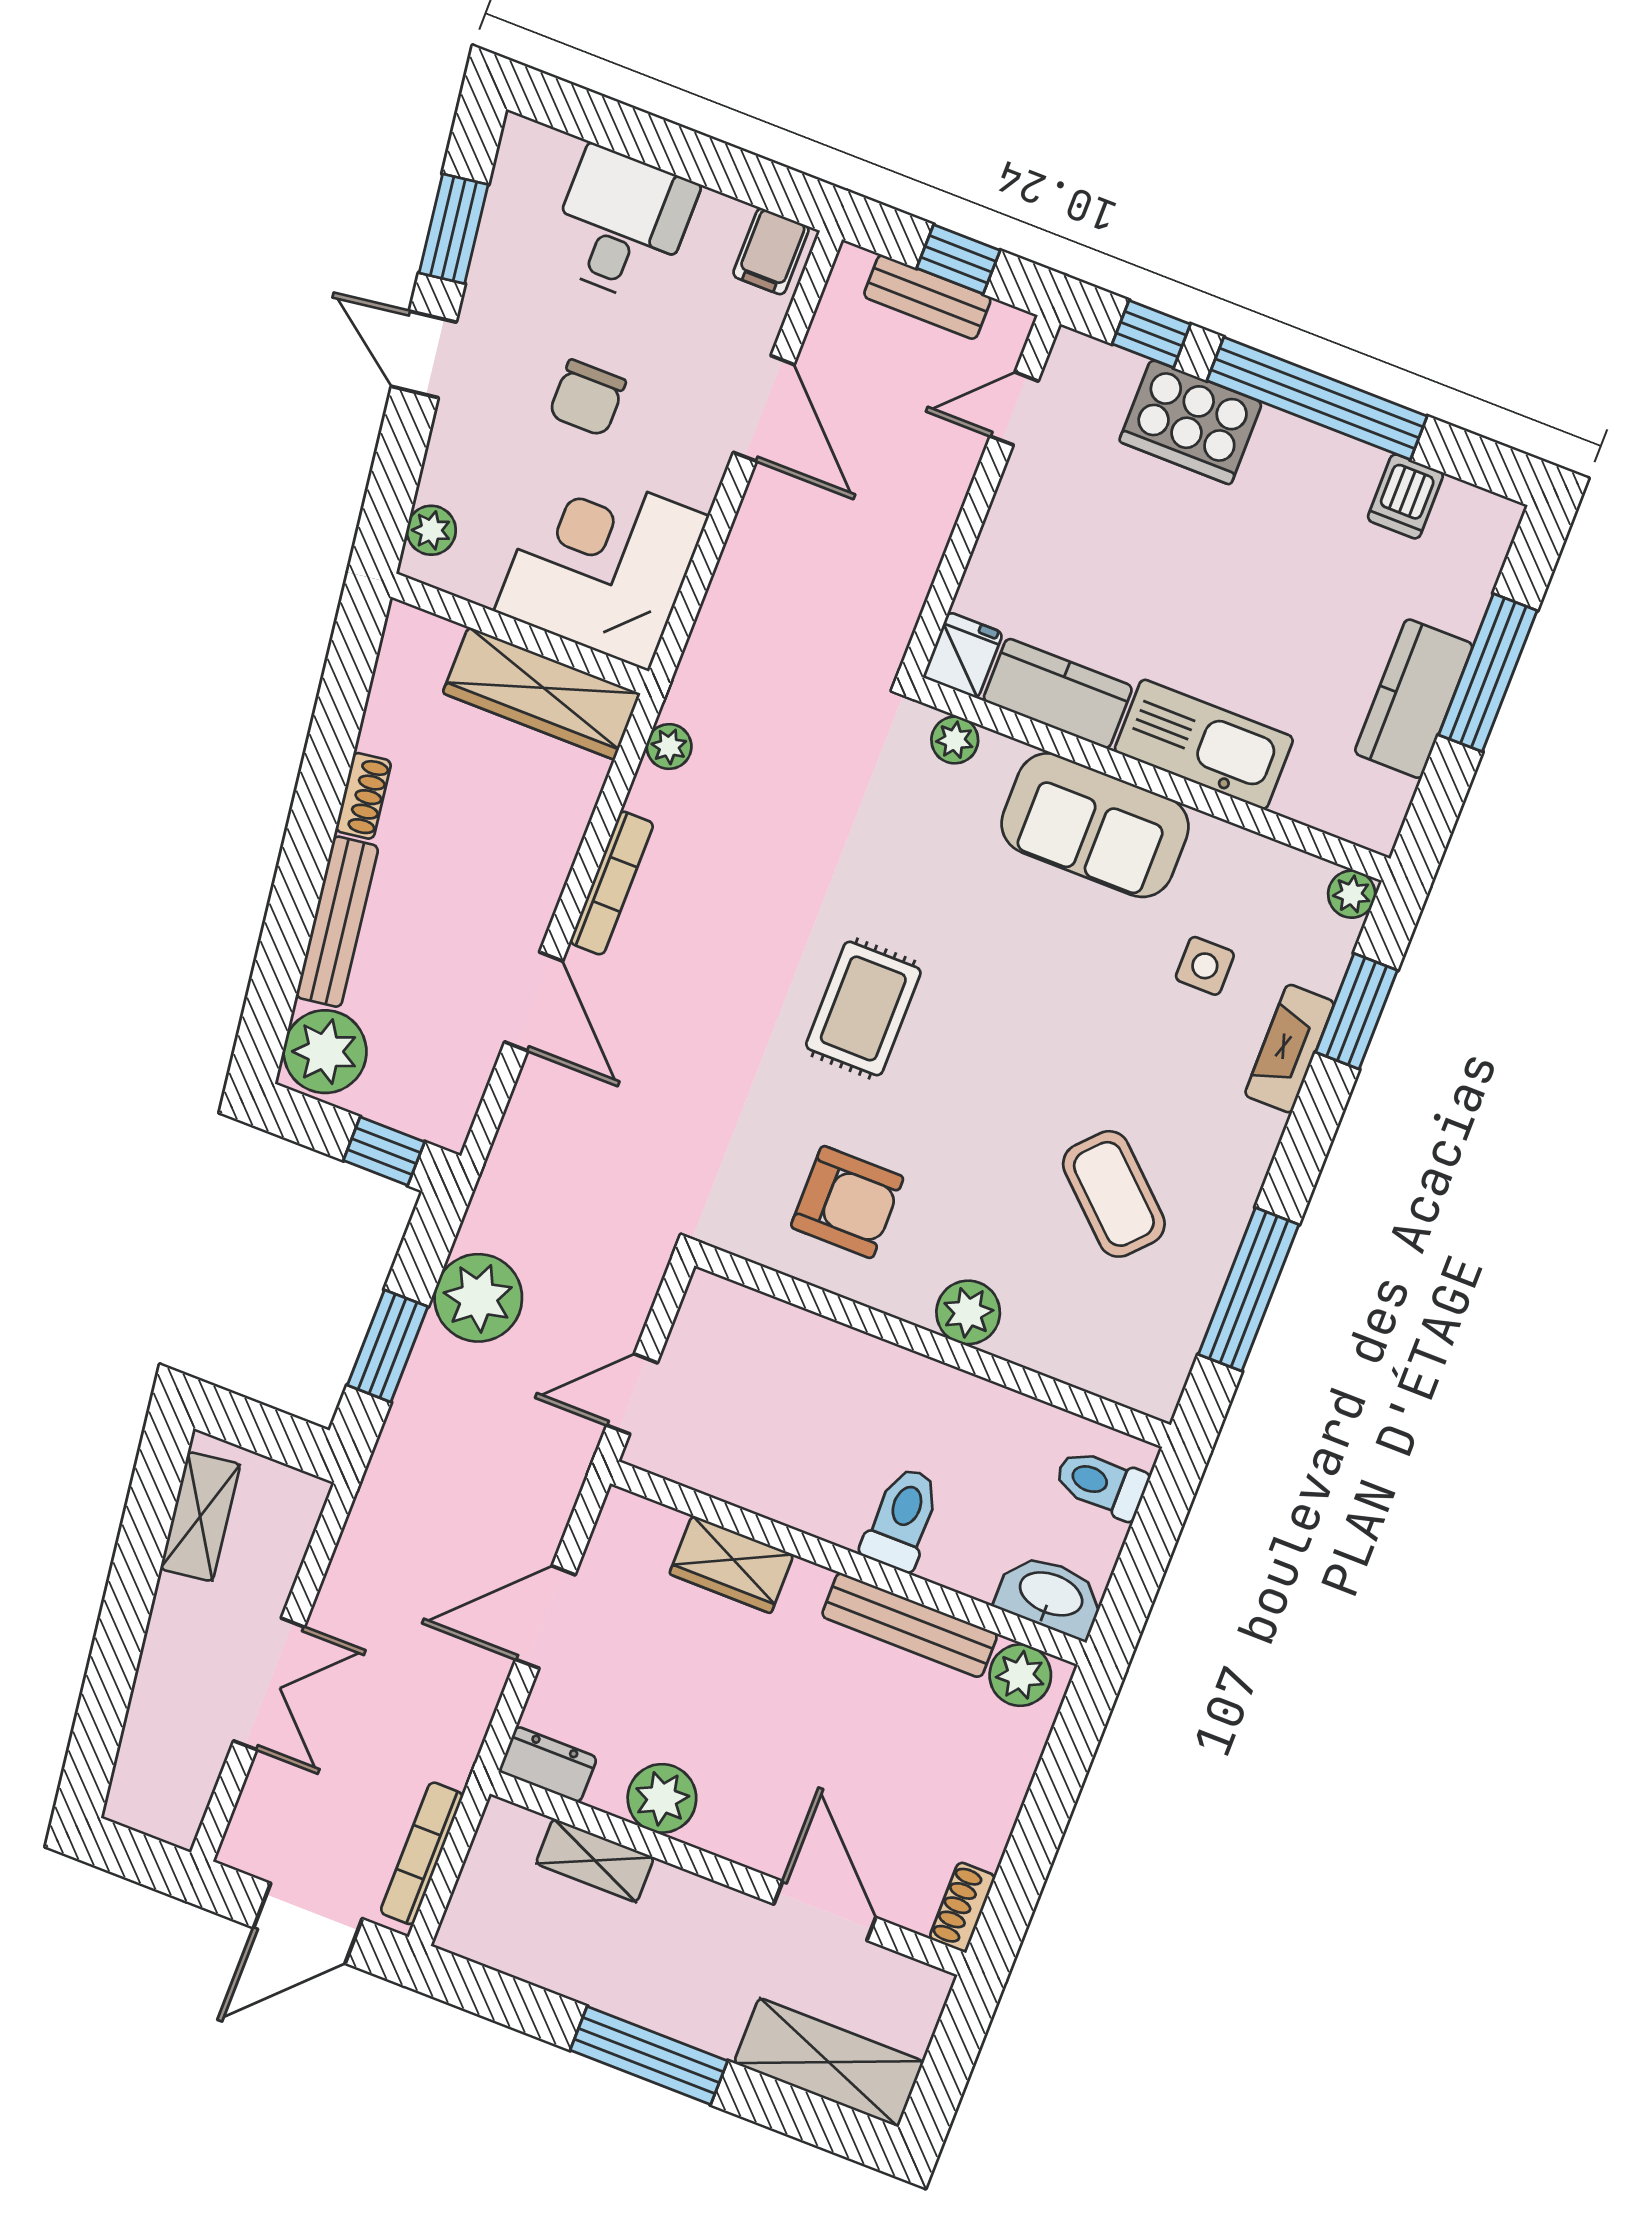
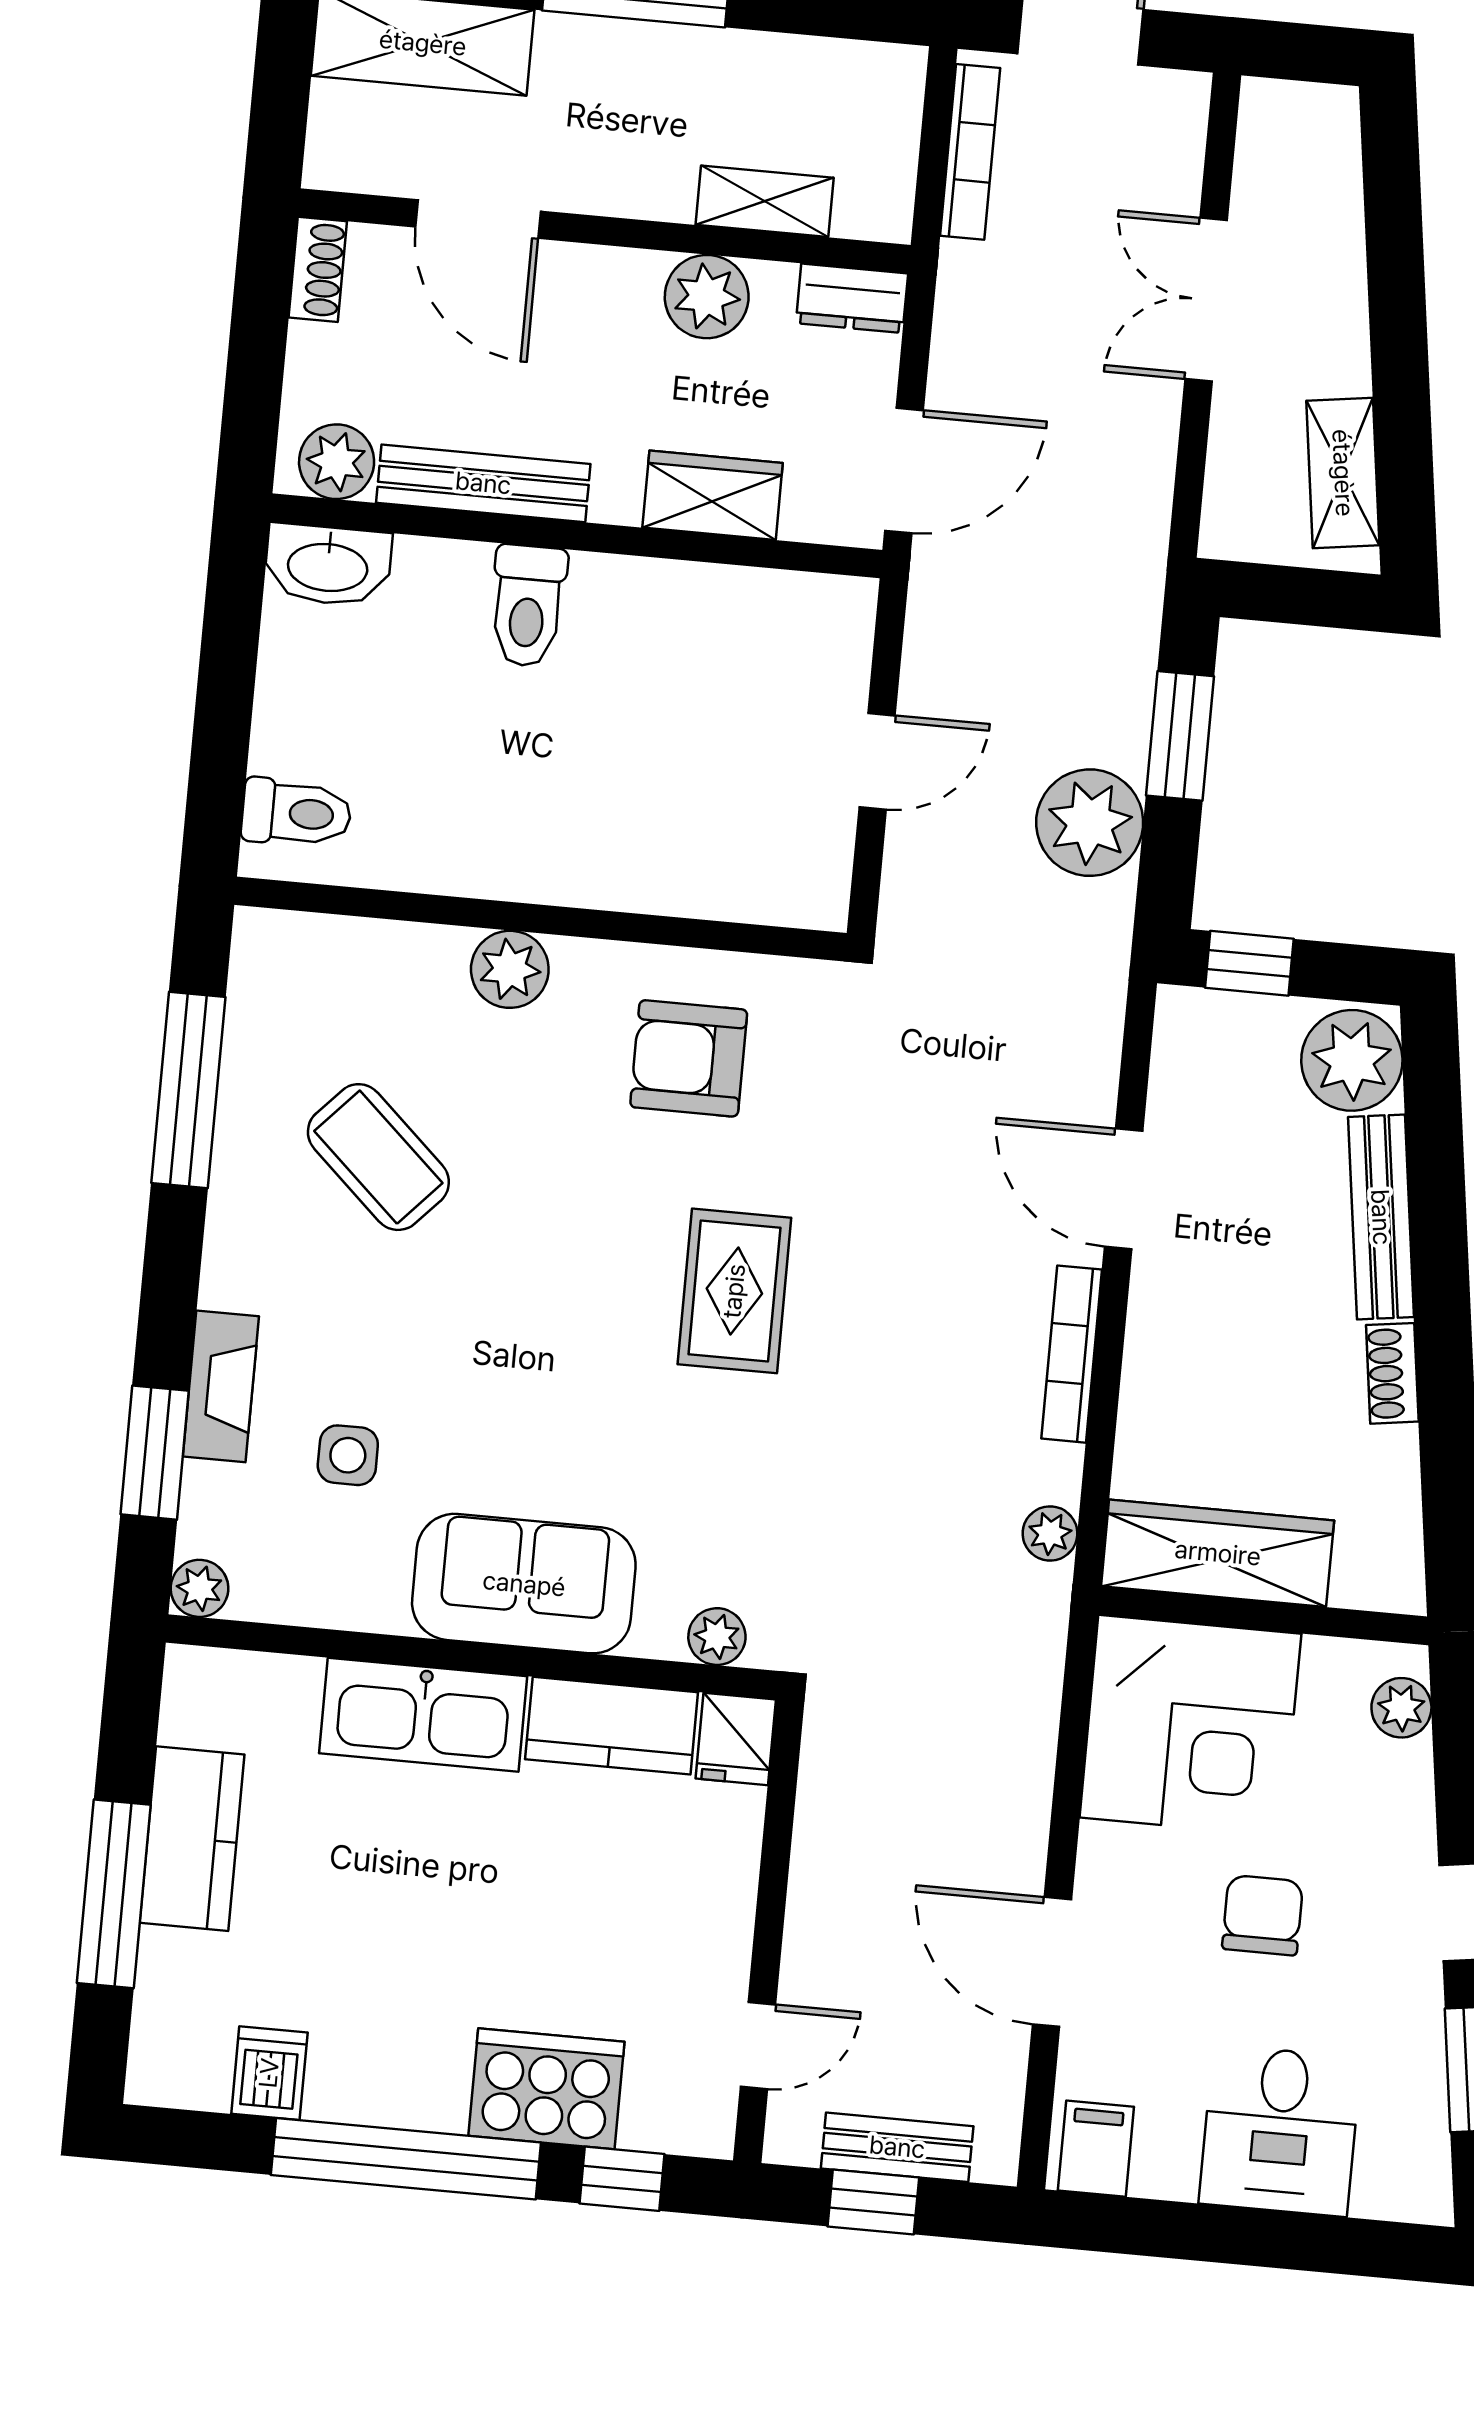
toilet: (902, 1519) -> (528, 606), moved
wall: (848, 1563) -> (576, 536), moved
wardrobe: (731, 1564) -> (713, 495), moved
washbasin: (1050, 1596) -> (328, 565), moved
bench: (910, 1625) -> (483, 483), moved
plant: (1020, 1675) -> (337, 462), moved

